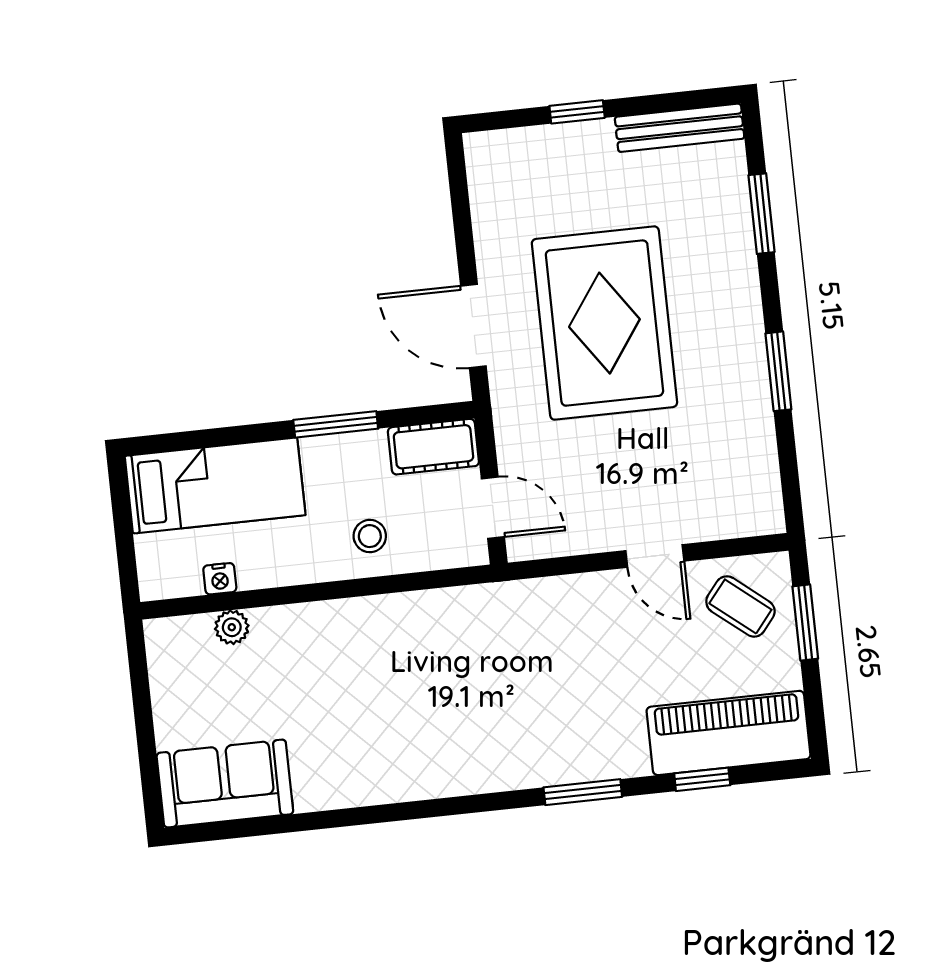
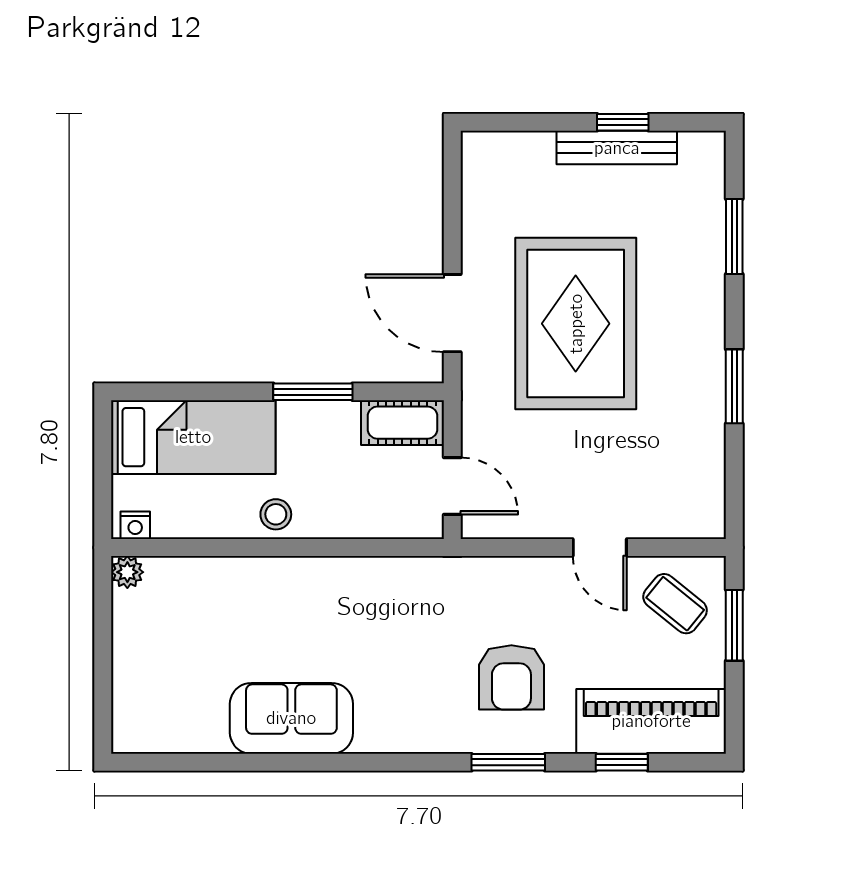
window: (577, 112) -> (623, 122), moved
bench: (680, 128) -> (617, 148), moved
stool: (370, 536) -> (276, 514), moved
nightstand: (220, 579) -> (135, 525), moved
plant: (232, 627) -> (127, 572), moved
armchair: (577, 702) -> (511, 677), added
sofa: (225, 784) -> (291, 718), moved

